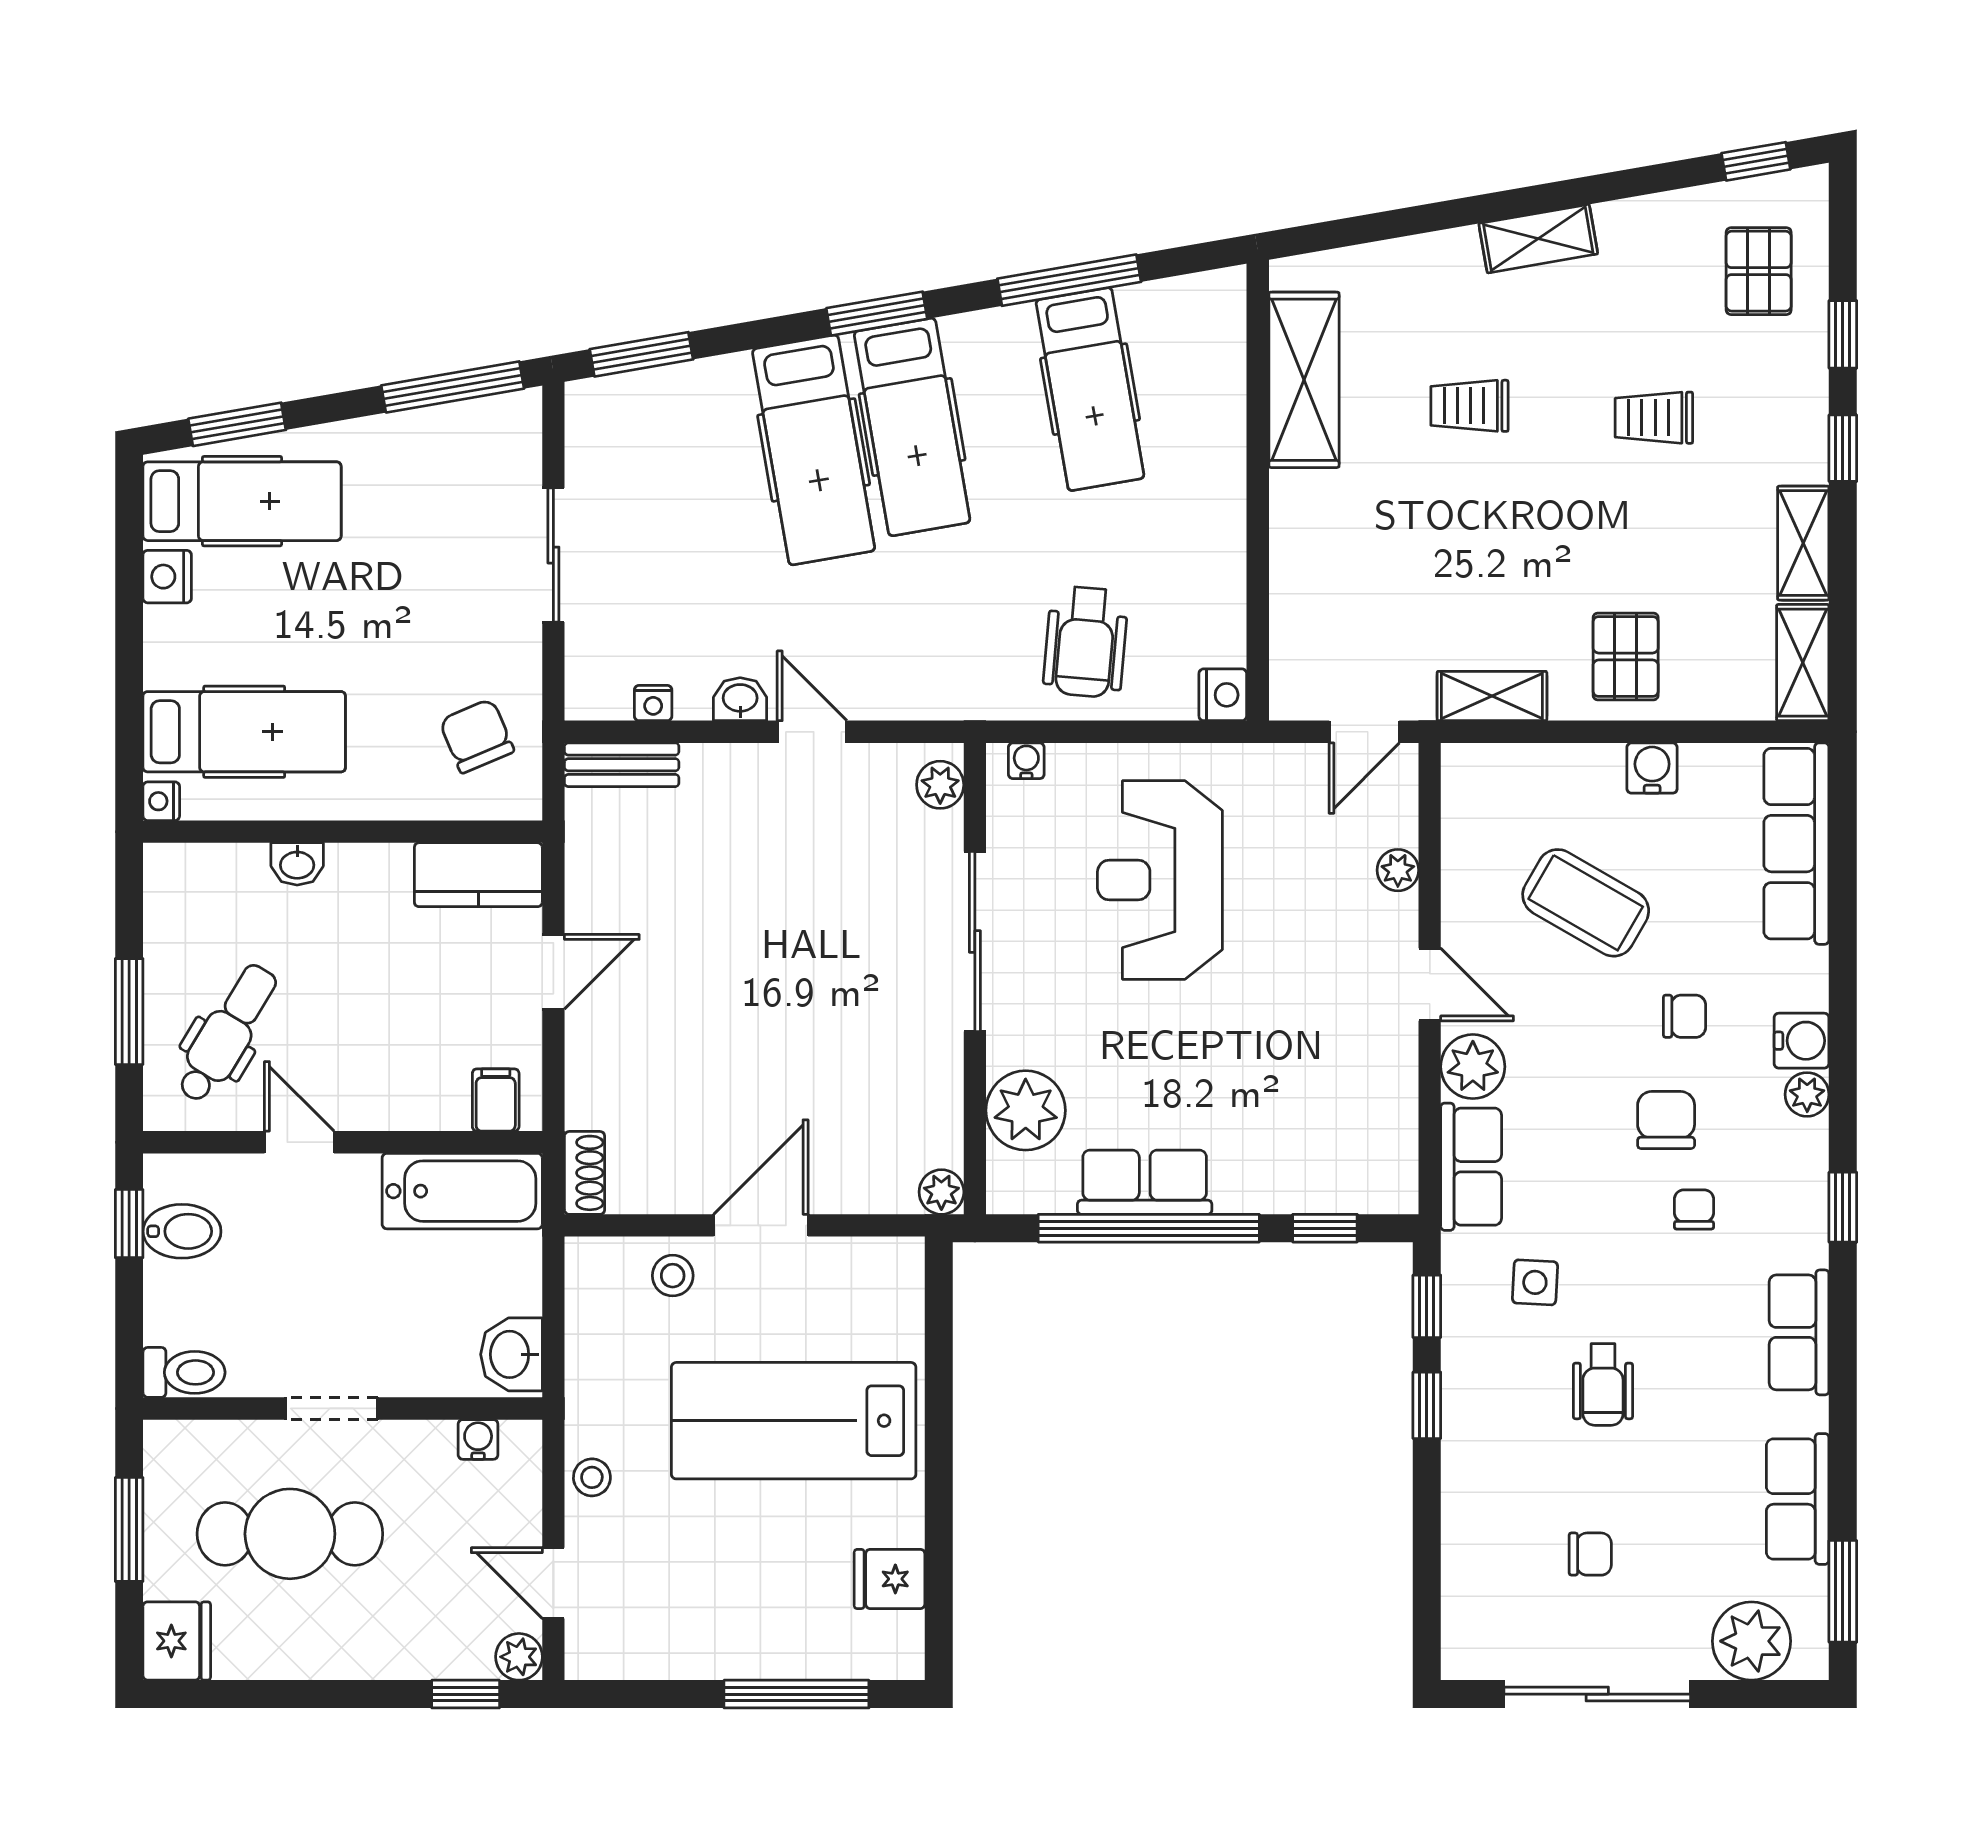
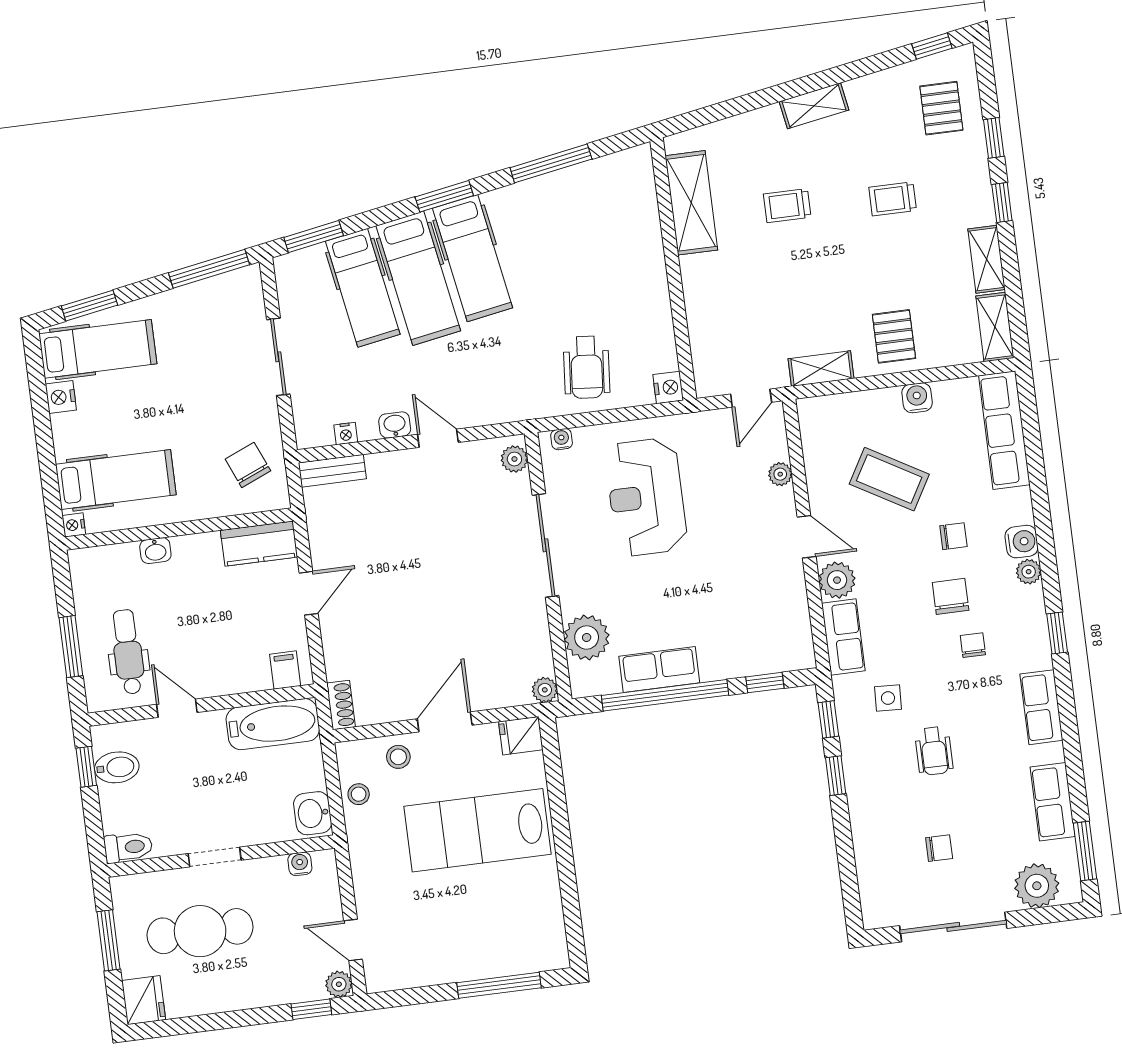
hospital bed: (1090, 389) -> (363, 288), moved
dental chair: (227, 1033) -> (128, 652), turned -31
stool: (592, 1477) -> (359, 794), moved
fridge: (890, 1579) -> (521, 736), moved

